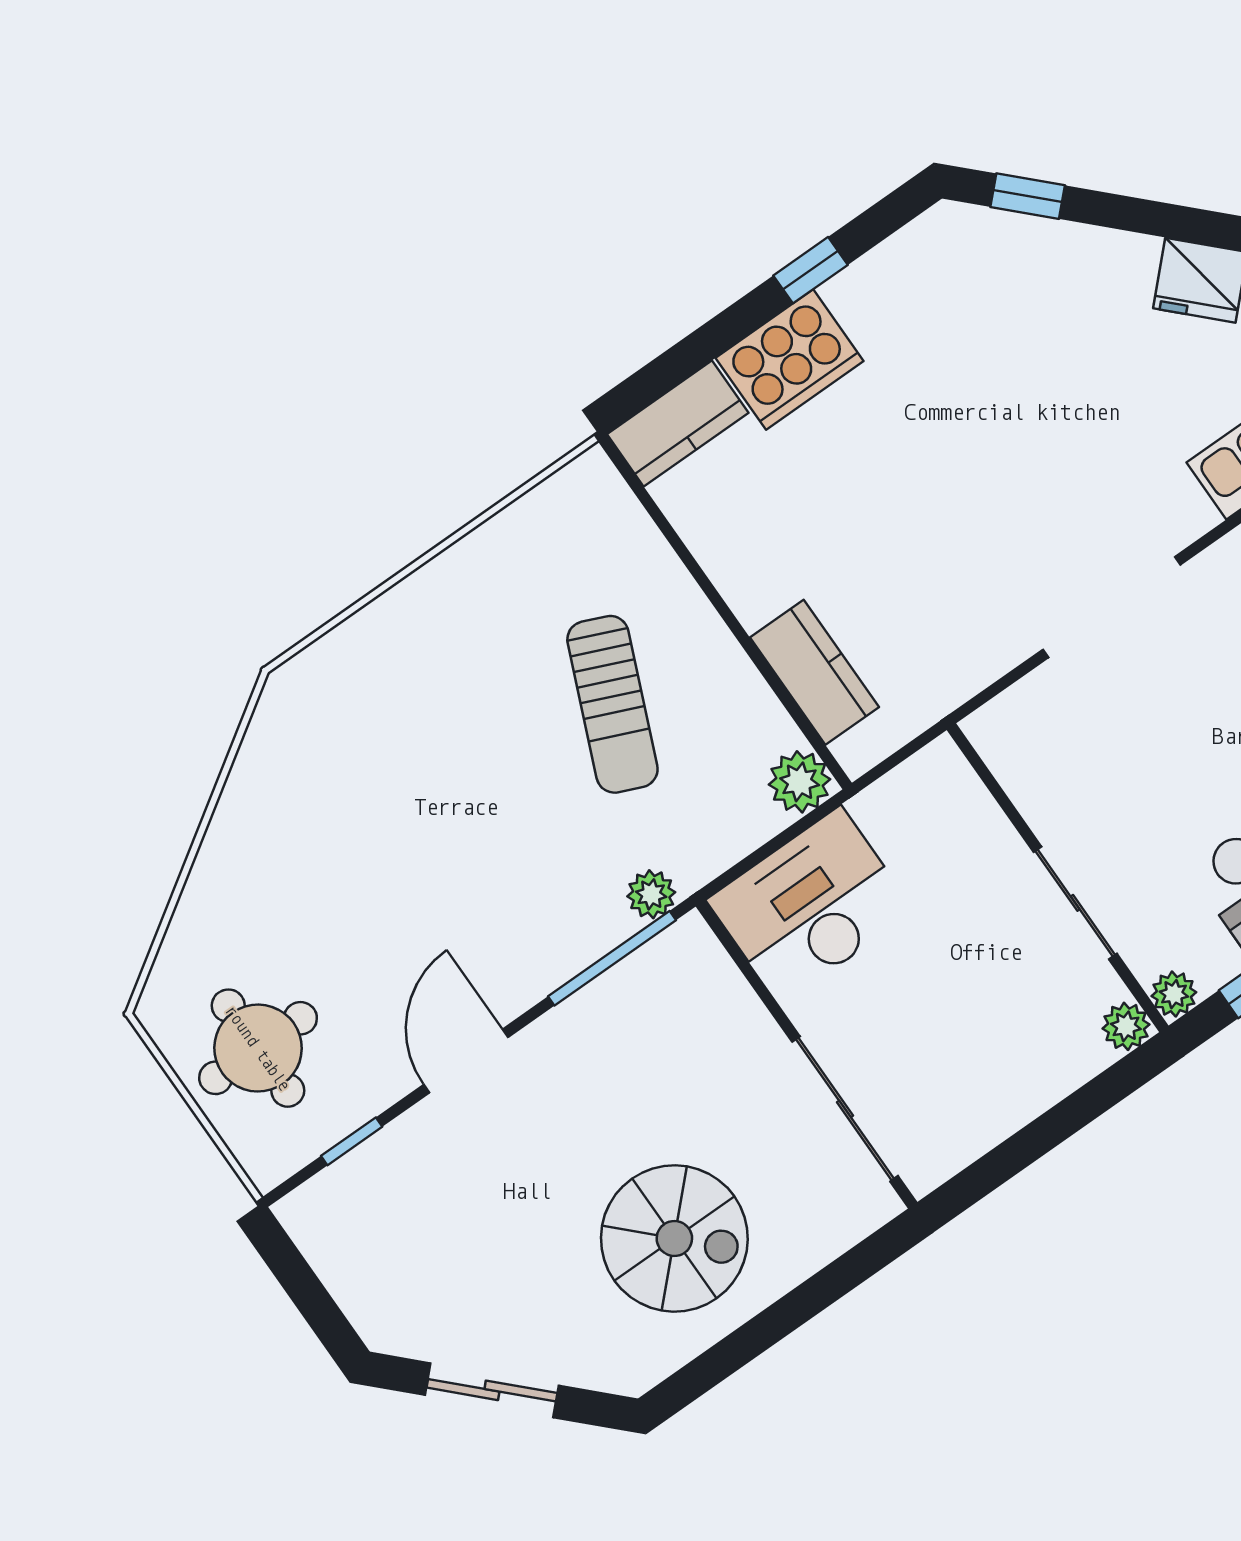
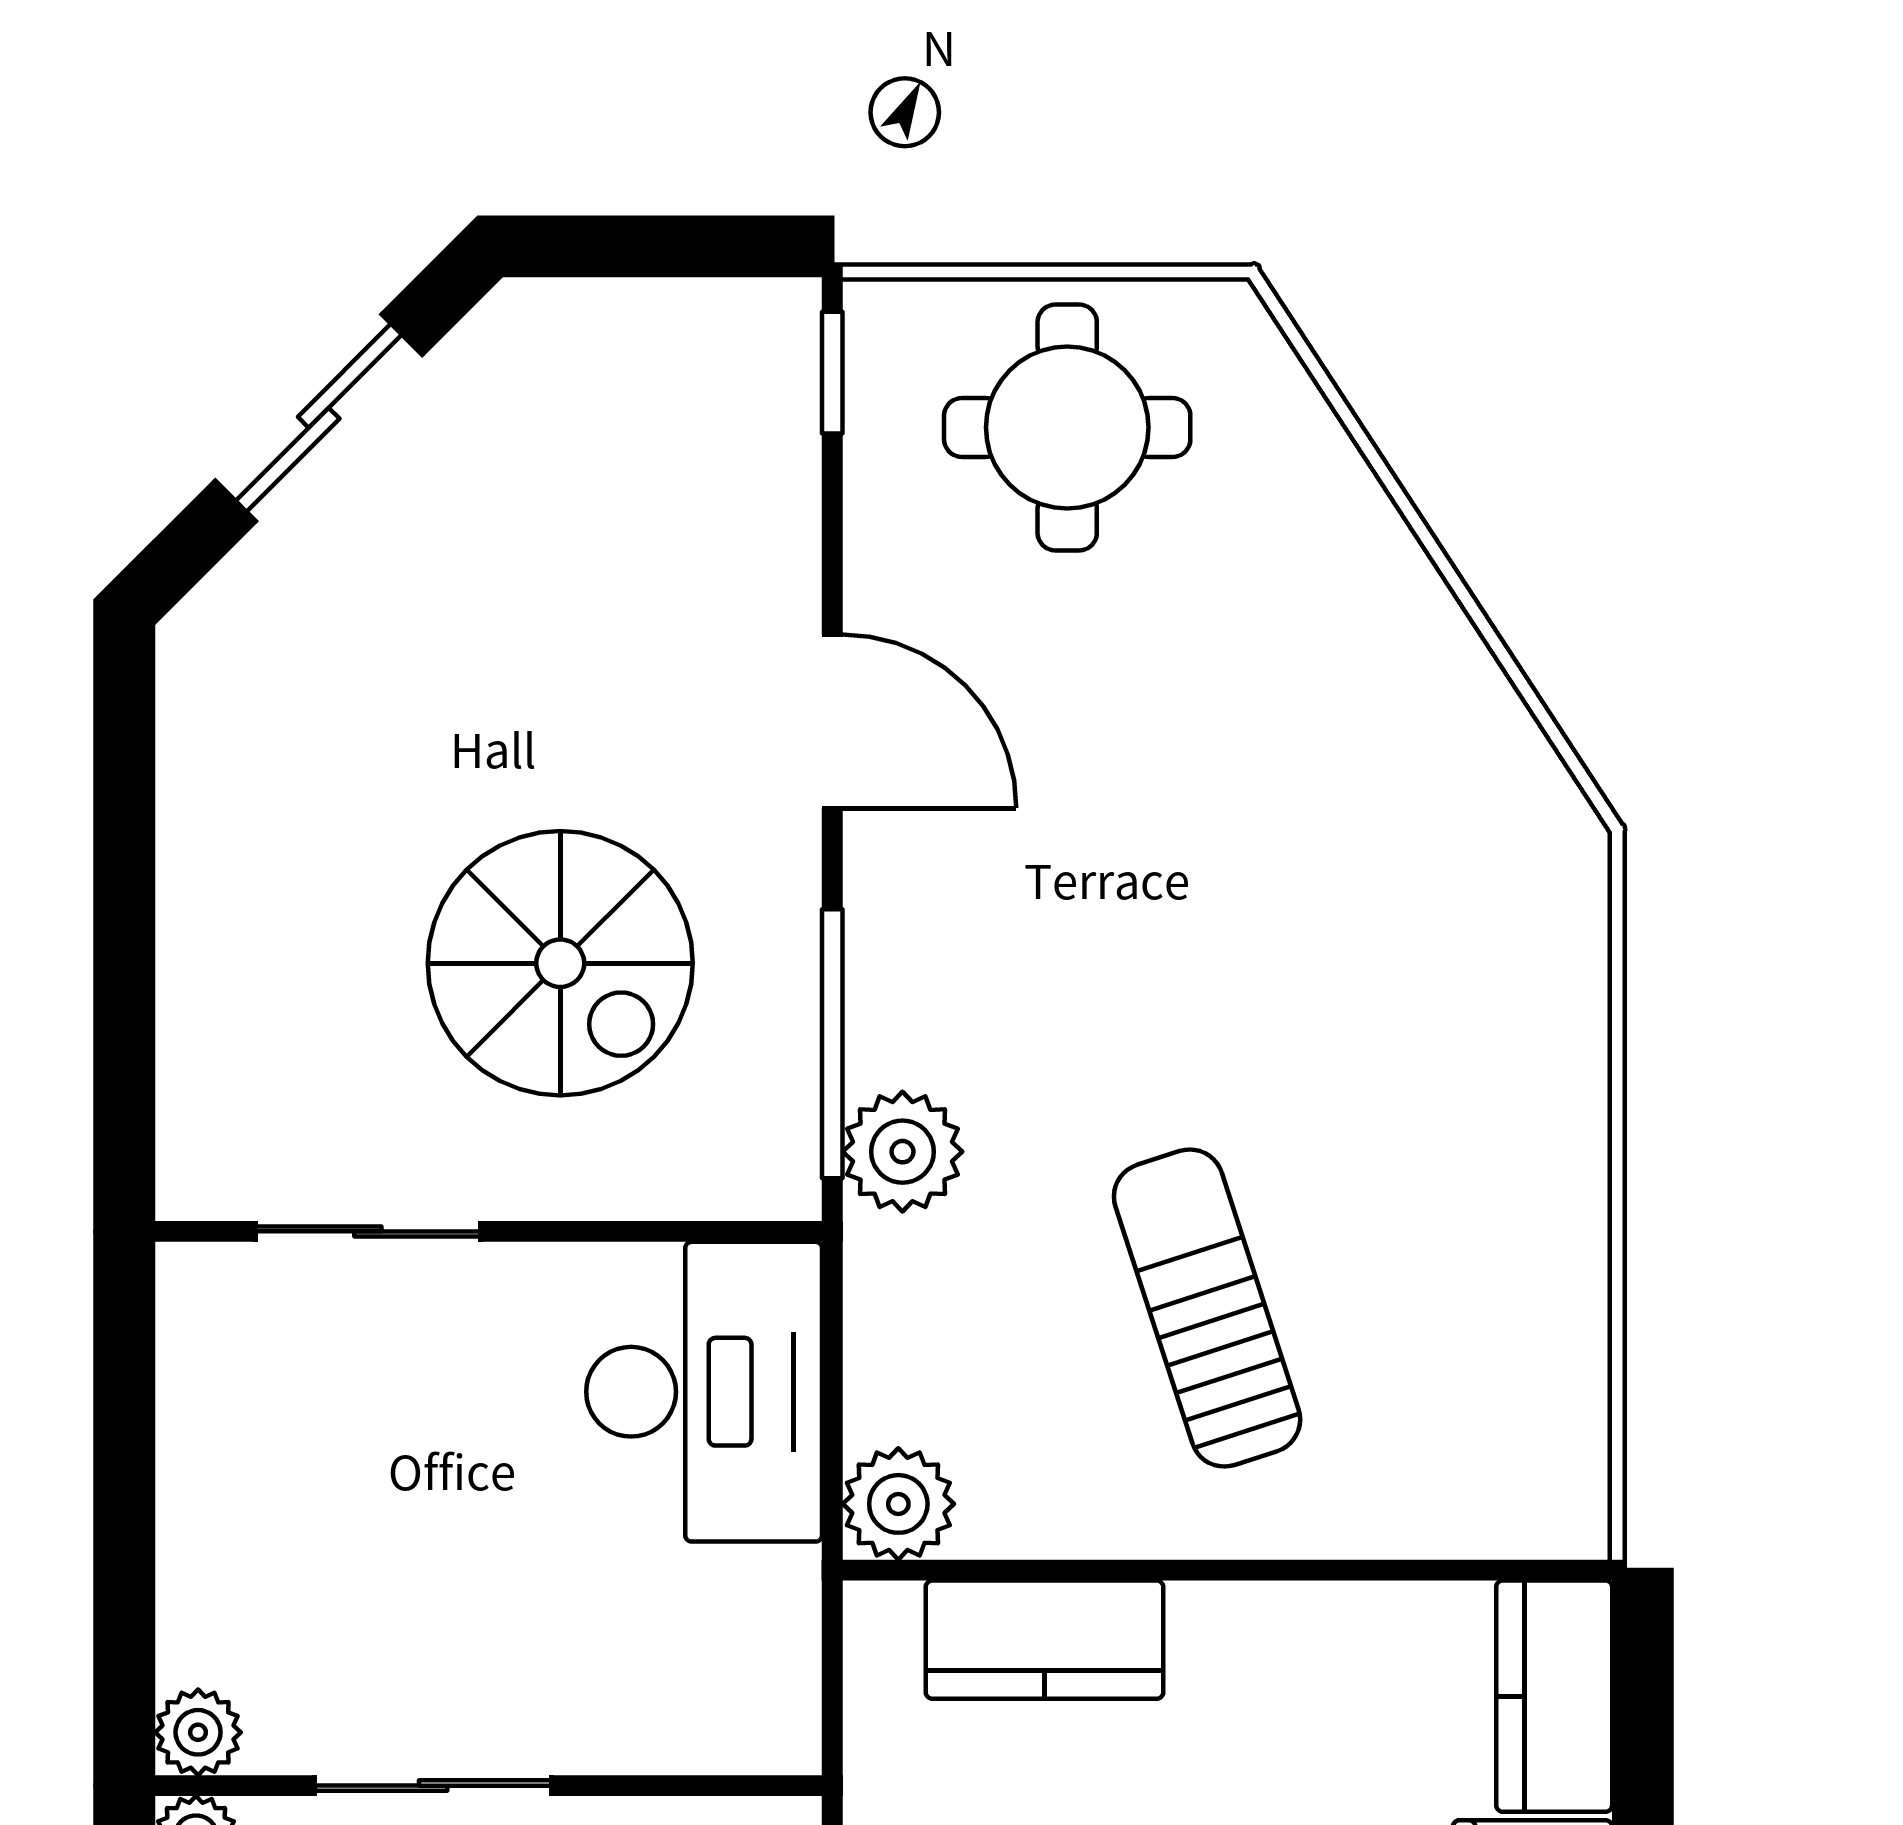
sun lounger: (612, 704) -> (1207, 1308), turned 49
plant: (651, 894) -> (902, 1152), width x1.38, depth x1.38
sliding door: (845, 1109) -> (368, 1231), width x0.73
window: (352, 1141) -> (832, 373), moved
spiral stairs: (674, 1238) -> (560, 963), moved, turned -90

